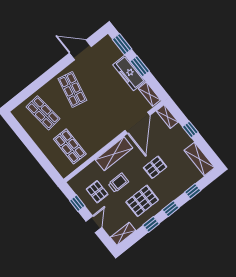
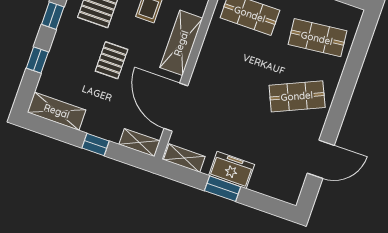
window: (122, 44) -> (267, 204), removed
freezer: (129, 73) -> (232, 170), width x0.71
shop shelf: (72, 89) -> (297, 96), turned -36

